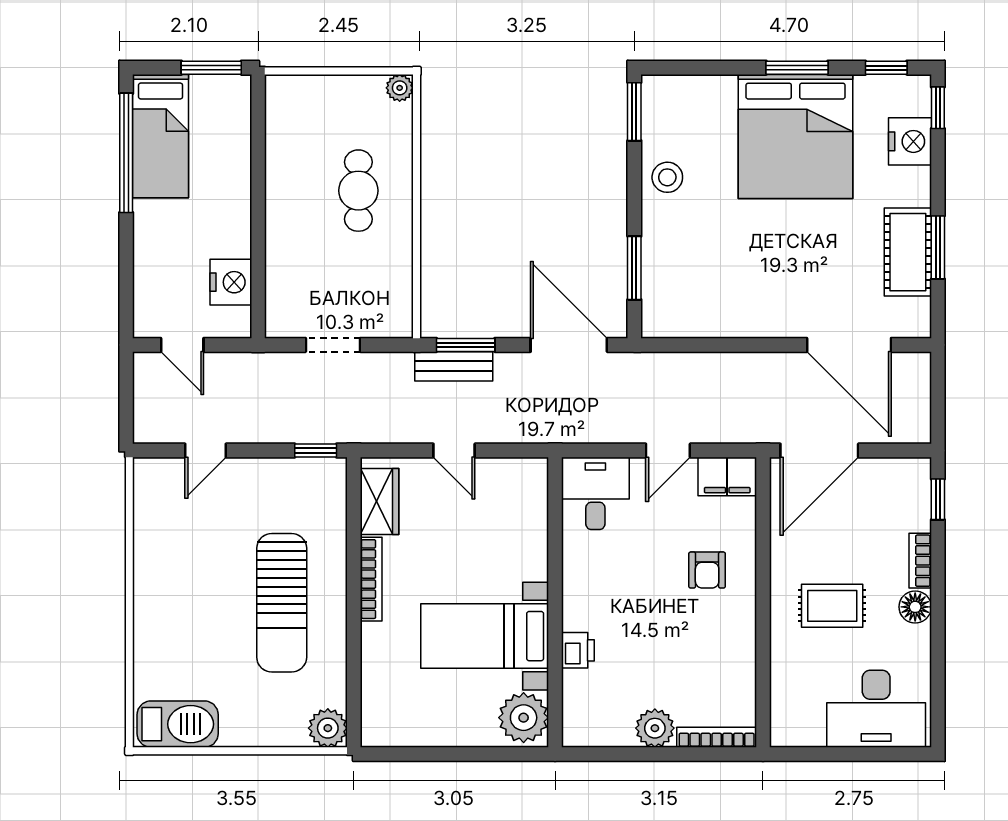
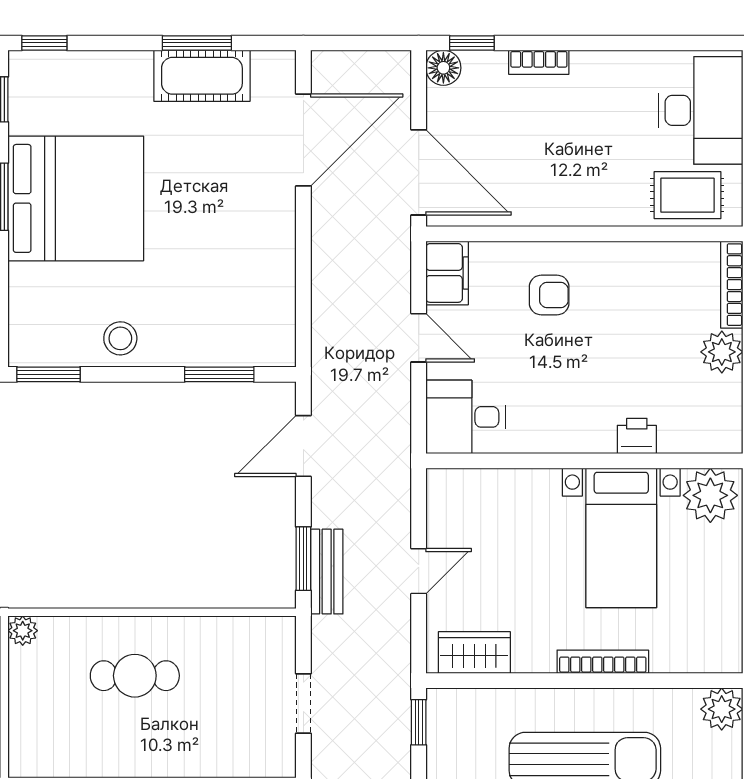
nightstand: (910, 141) -> (81, 73), removed
door: (569, 345) -> (303, 446), width x0.73
bookcase: (371, 579) -> (603, 662), moved
rug: (832, 606) -> (687, 195), moved, turned 90
floor lamp: (915, 607) -> (443, 68), moved

